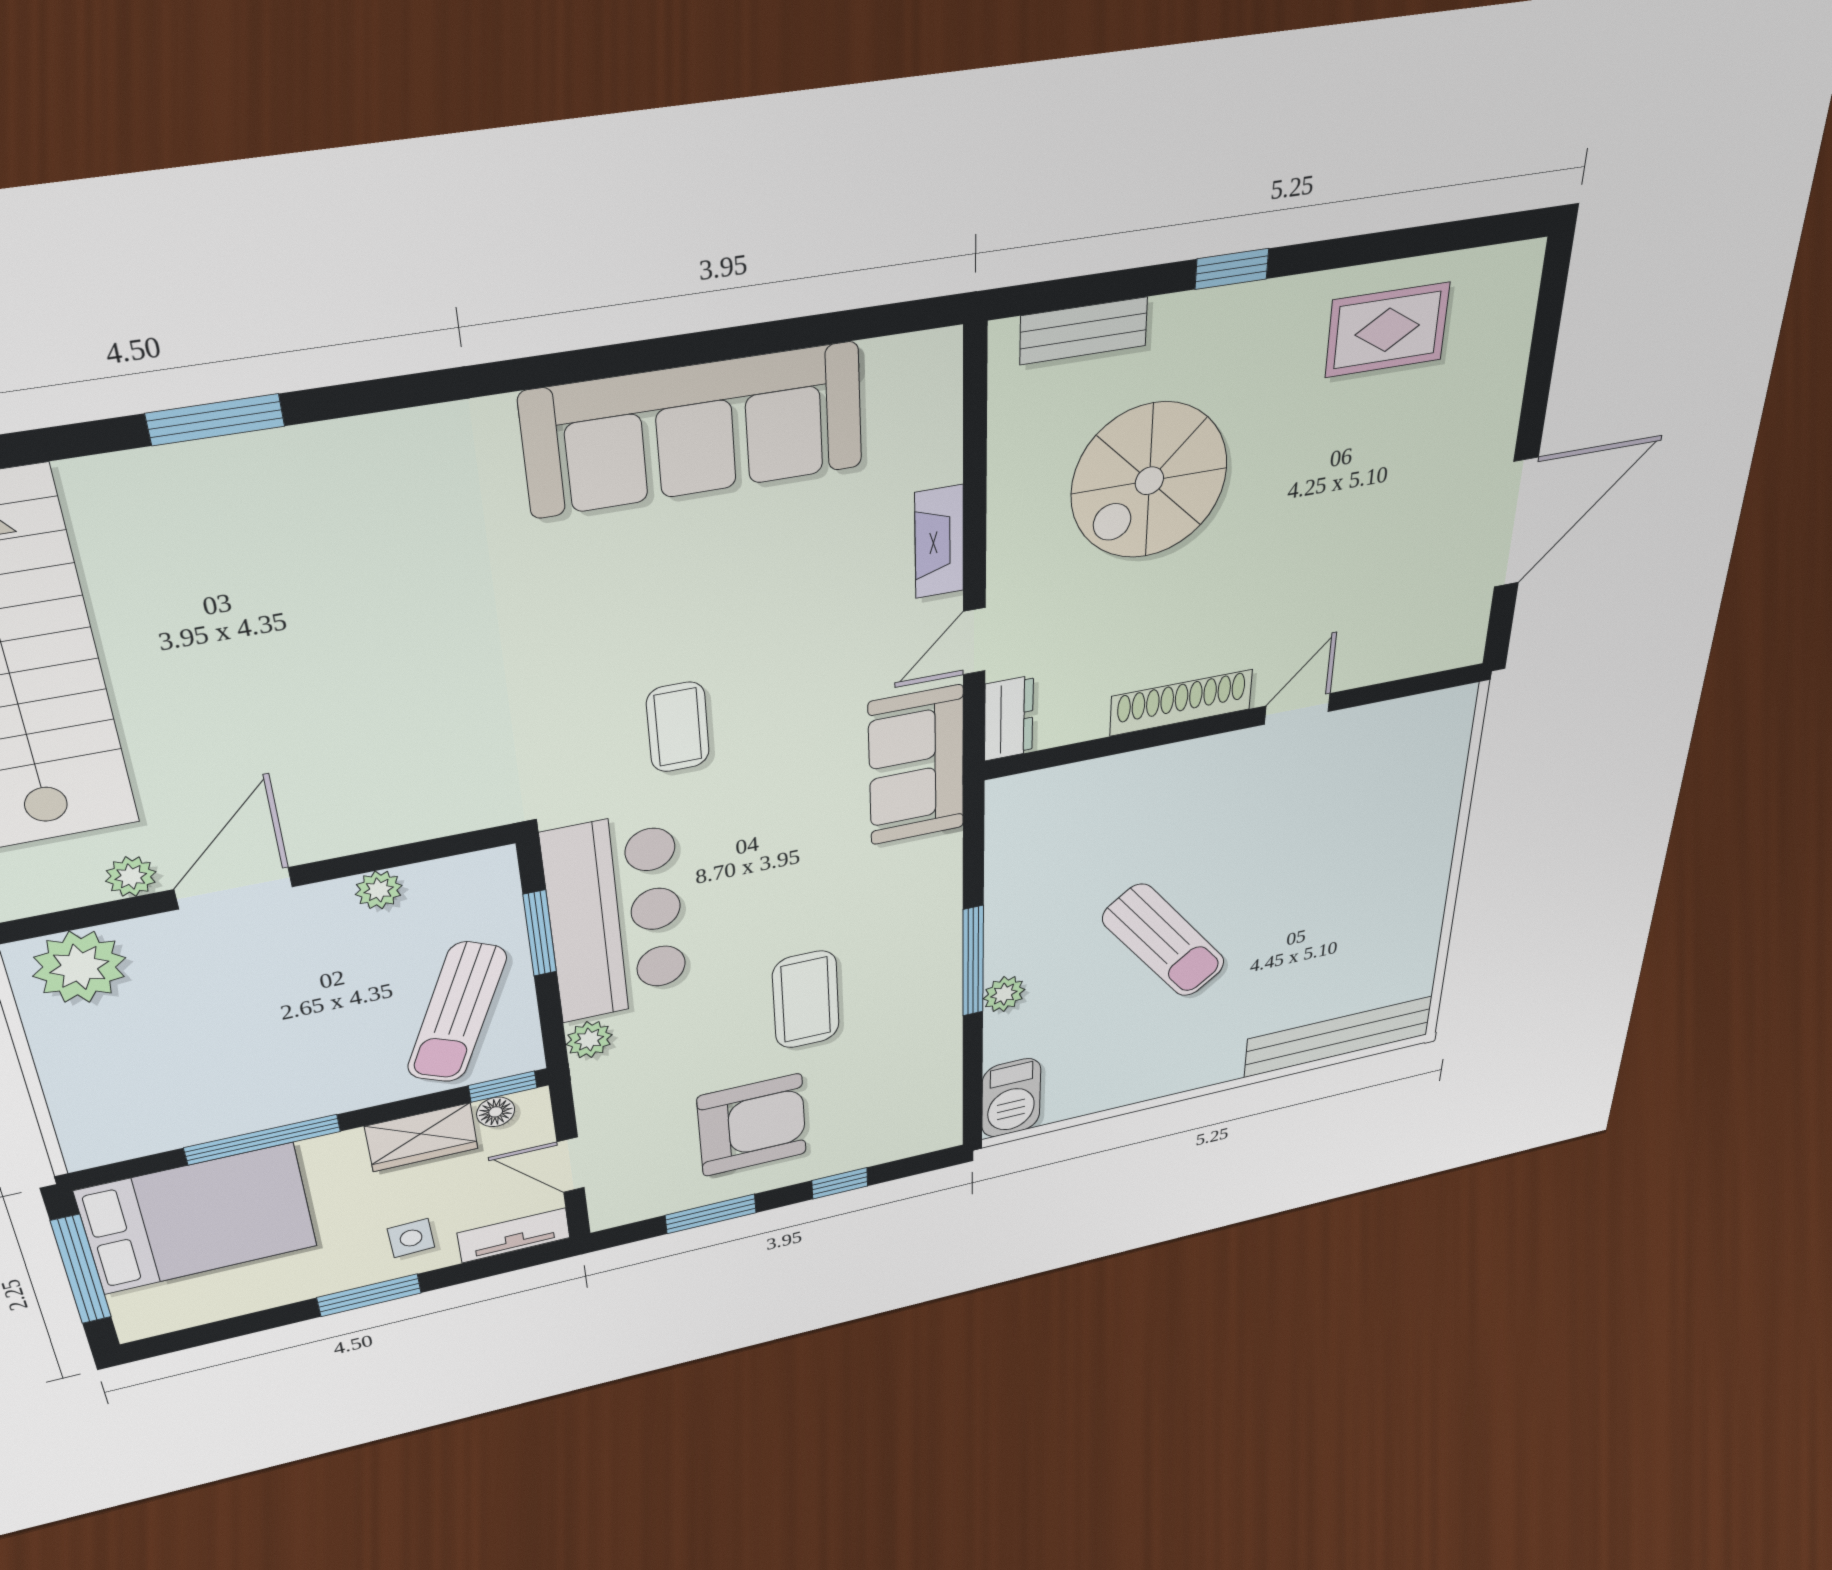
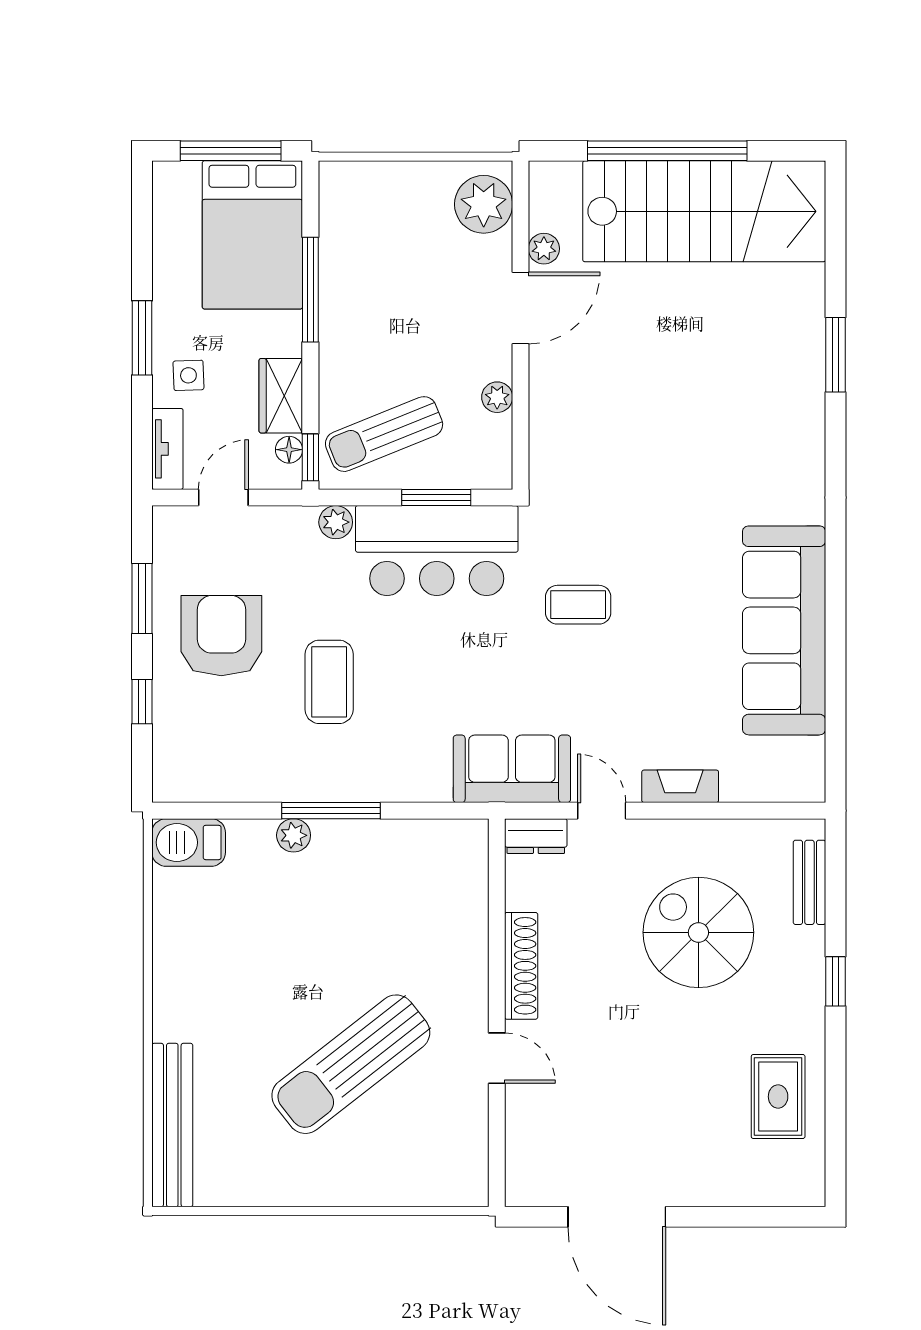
door: (234, 888) -> (520, 308), hinge flipped
sun lounger: (1164, 941) -> (351, 1064), moved, width x1.36, depth x1.34
coffee table: (806, 1000) -> (329, 682), turned 90
sun lounger: (457, 1013) -> (384, 434), turned -46
armchair: (752, 1125) -> (221, 636), turned 180

